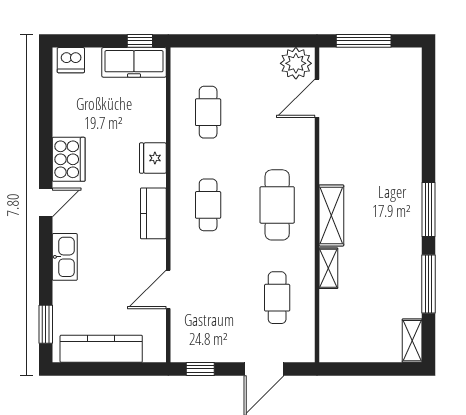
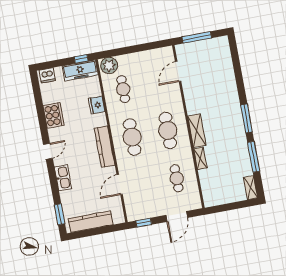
plant: (296, 63) -> (109, 66), moved
fridge: (153, 158) -> (97, 105), moved
cooker: (69, 159) -> (54, 115), moved
cafe table: (208, 205) -> (132, 137), width x1.37, depth x1.35
kitchen counter: (153, 213) -> (105, 147), width x1.50

